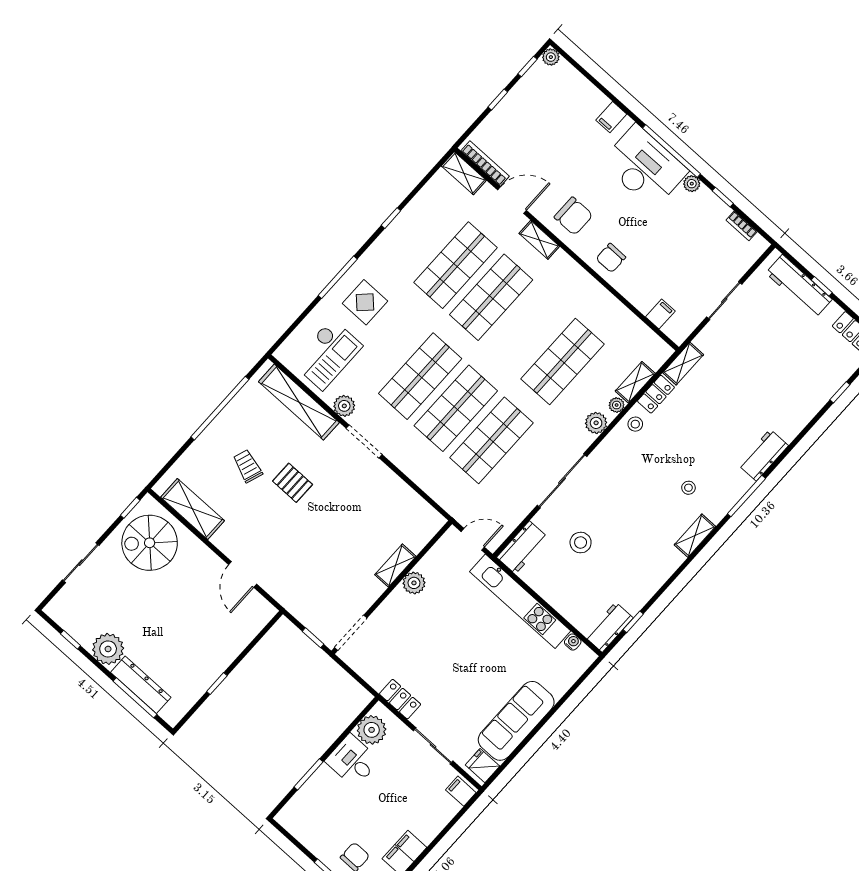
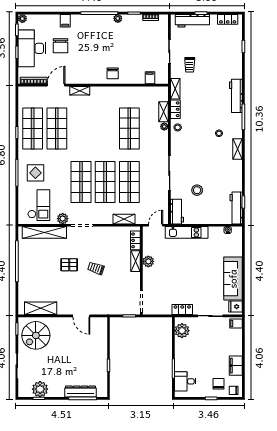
desk: (644, 167) -> (32, 48), moved, turned -90
shelving: (464, 173) -> (124, 219), moved
chair: (573, 216) -> (60, 46), moved, turned 90
shop shelf: (491, 297) -> (33, 128), moved
trolley: (736, 348) -> (190, 65), added
plant: (596, 423) -> (163, 140), removed
workbench: (763, 455) -> (236, 96), width x1.38
trolley: (248, 466) -> (96, 268), moved
locker: (423, 535) -> (135, 240), added
kitchen unit: (520, 601) -> (187, 232), width x0.73
workbench: (609, 627) -> (236, 208), width x1.38
plant: (108, 649) -> (40, 389), moved
desk: (352, 761) -> (185, 381), moved

